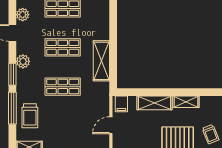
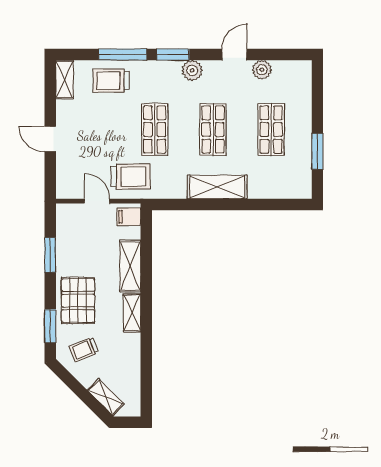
shelving: (101, 61) -> (217, 187), moved
trolley: (94, 103) -> (131, 177), added

